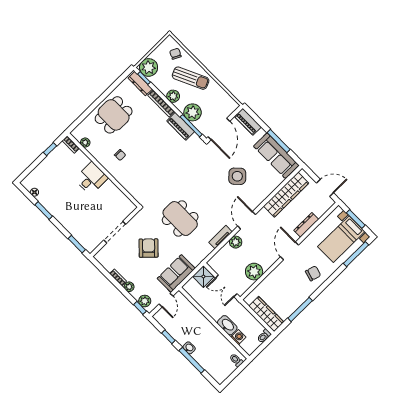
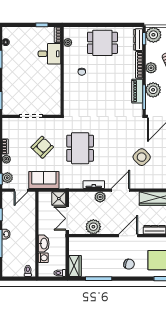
desk: (91, 178) -> (49, 54), moved
wardrobe: (266, 314) -> (75, 266), width x0.67

